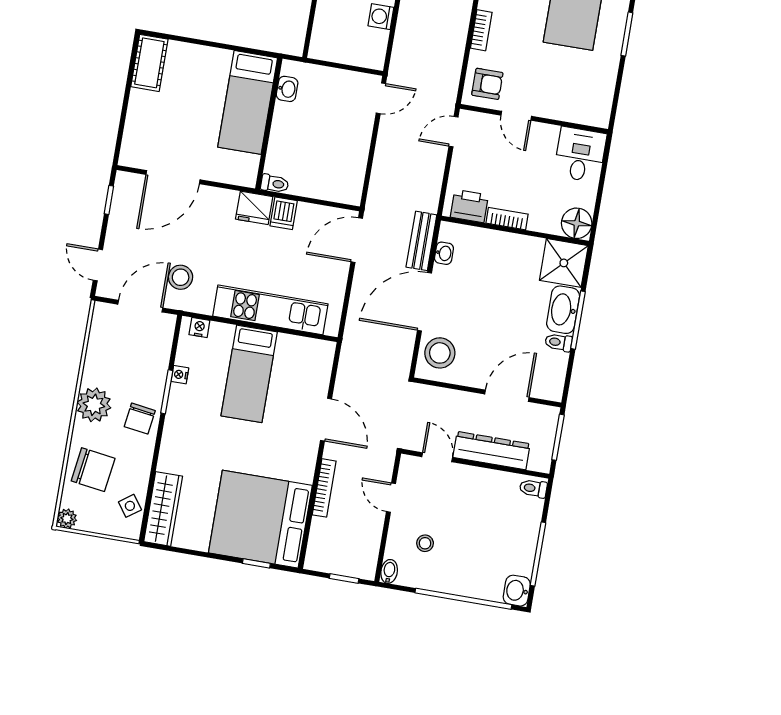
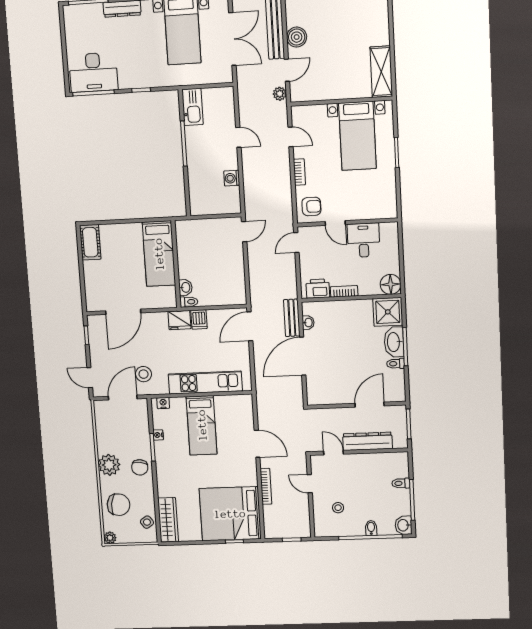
washbasin: (287, 89) -> (185, 287), moved
desk: (580, 155) -> (364, 240), moved
stool: (440, 353) -> (320, 387), removed
toilet: (533, 488) -> (401, 483), moved
bidet: (389, 571) -> (371, 528), moved

